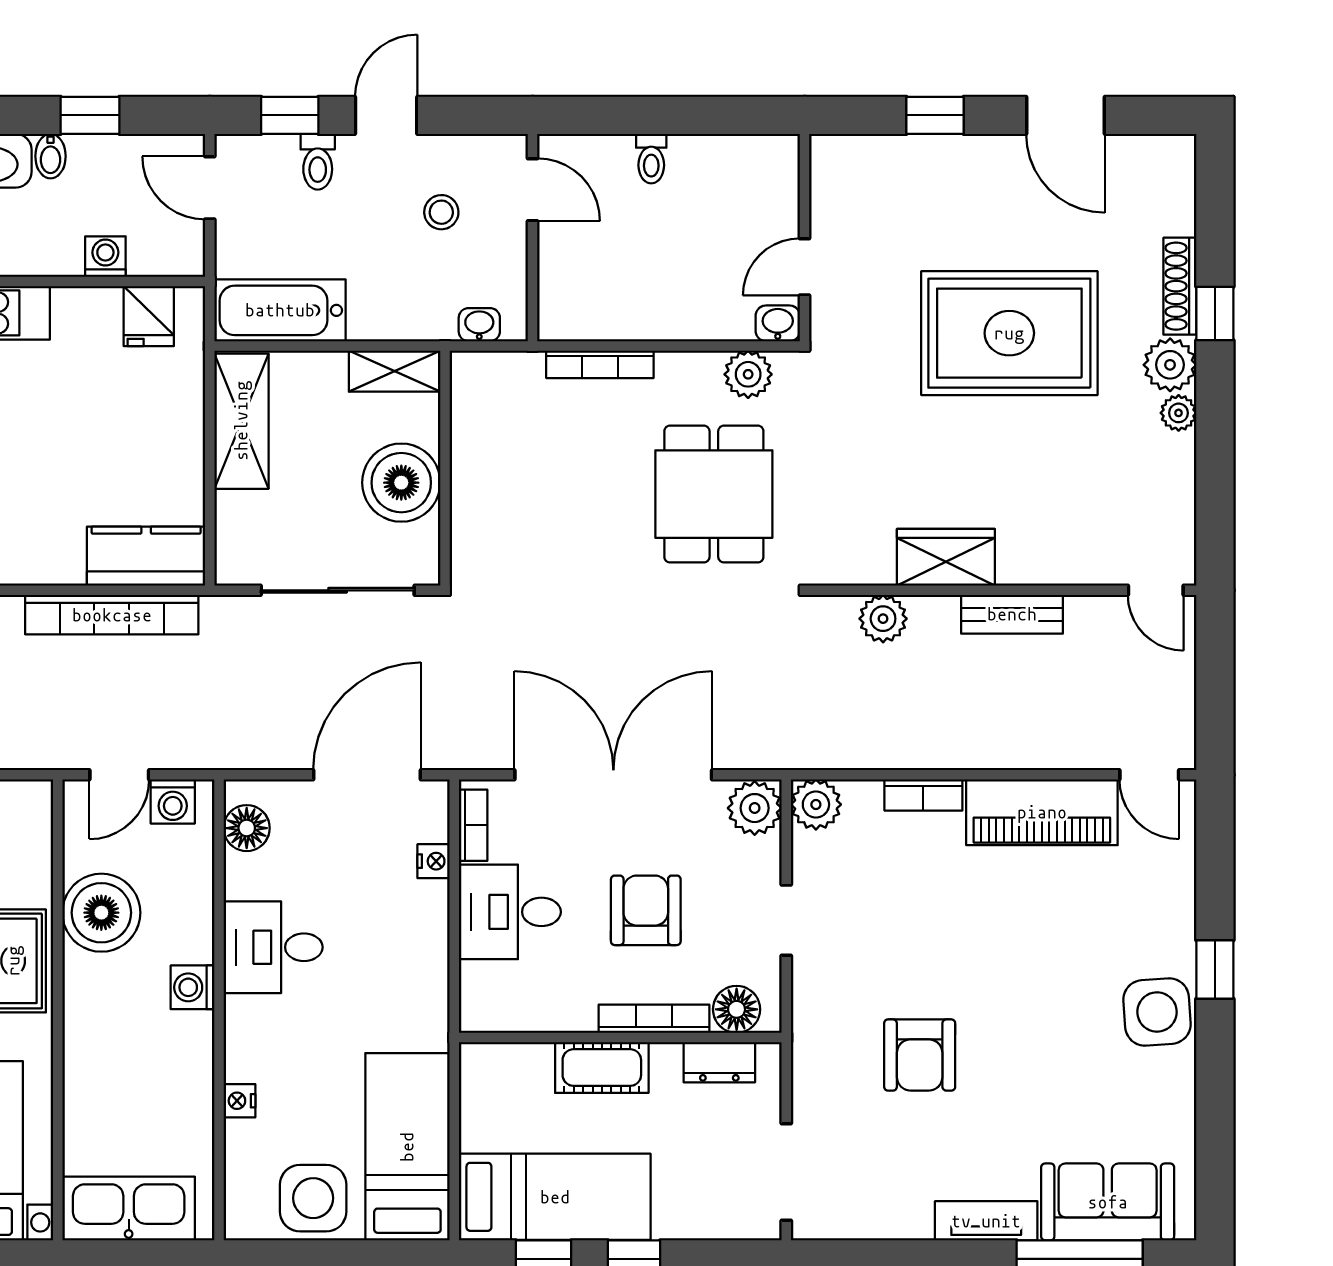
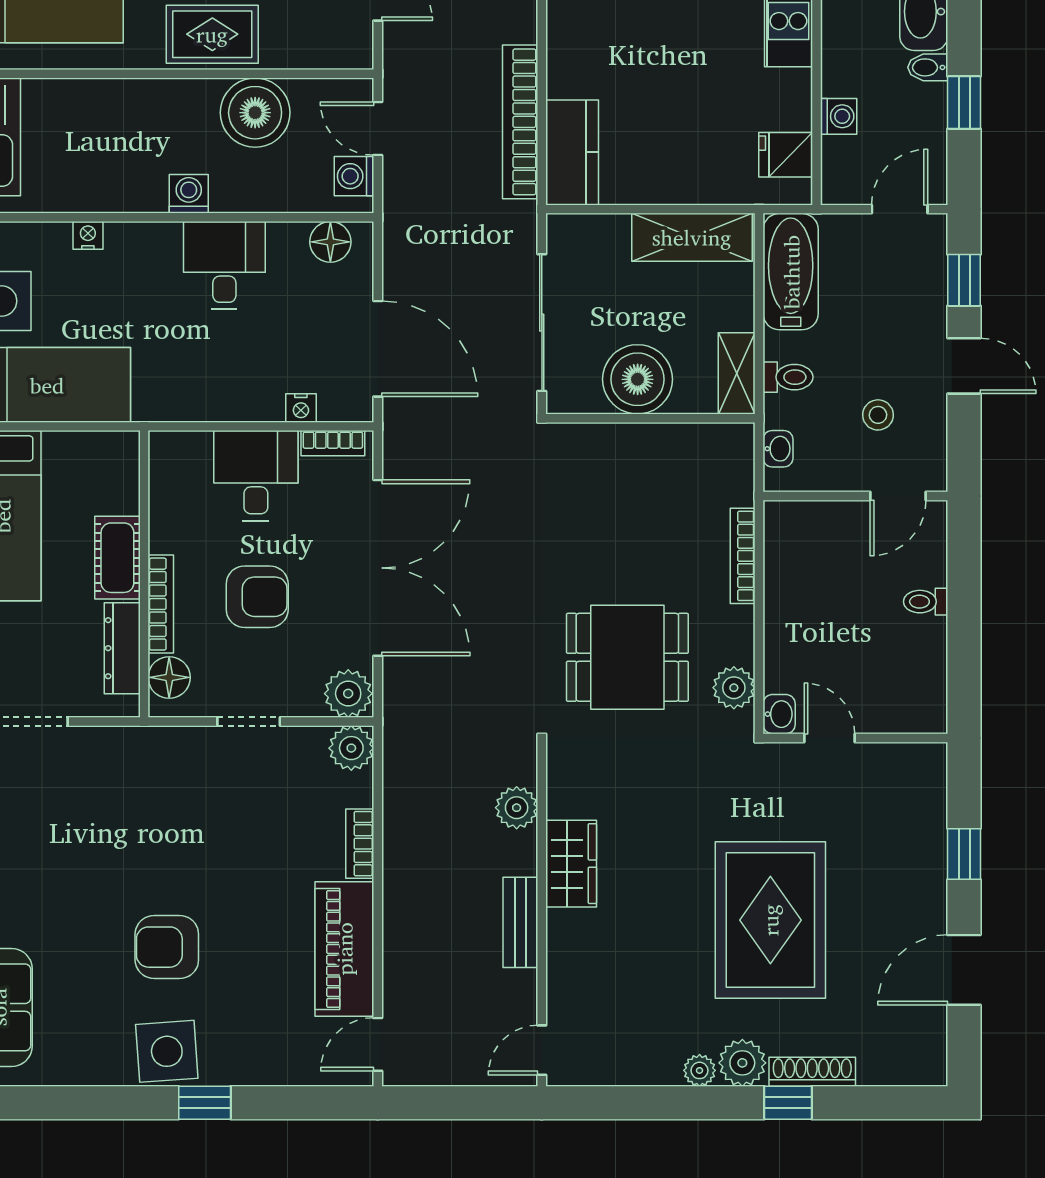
toilet: (318, 162) -> (788, 377), moved, turned 180
armchair: (920, 1055) -> (167, 947), moved
dresser: (719, 1062) -> (122, 648), width x1.44

